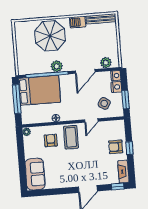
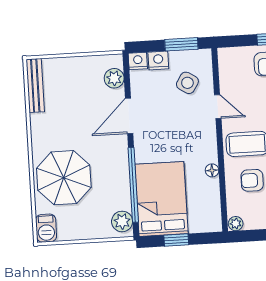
barbecue: (78, 22) -> (46, 228), moved
plant: (57, 66) -> (122, 221), moved
door: (85, 71) -> (129, 116), swing flipped
window: (17, 99) -> (176, 240), width x0.46

